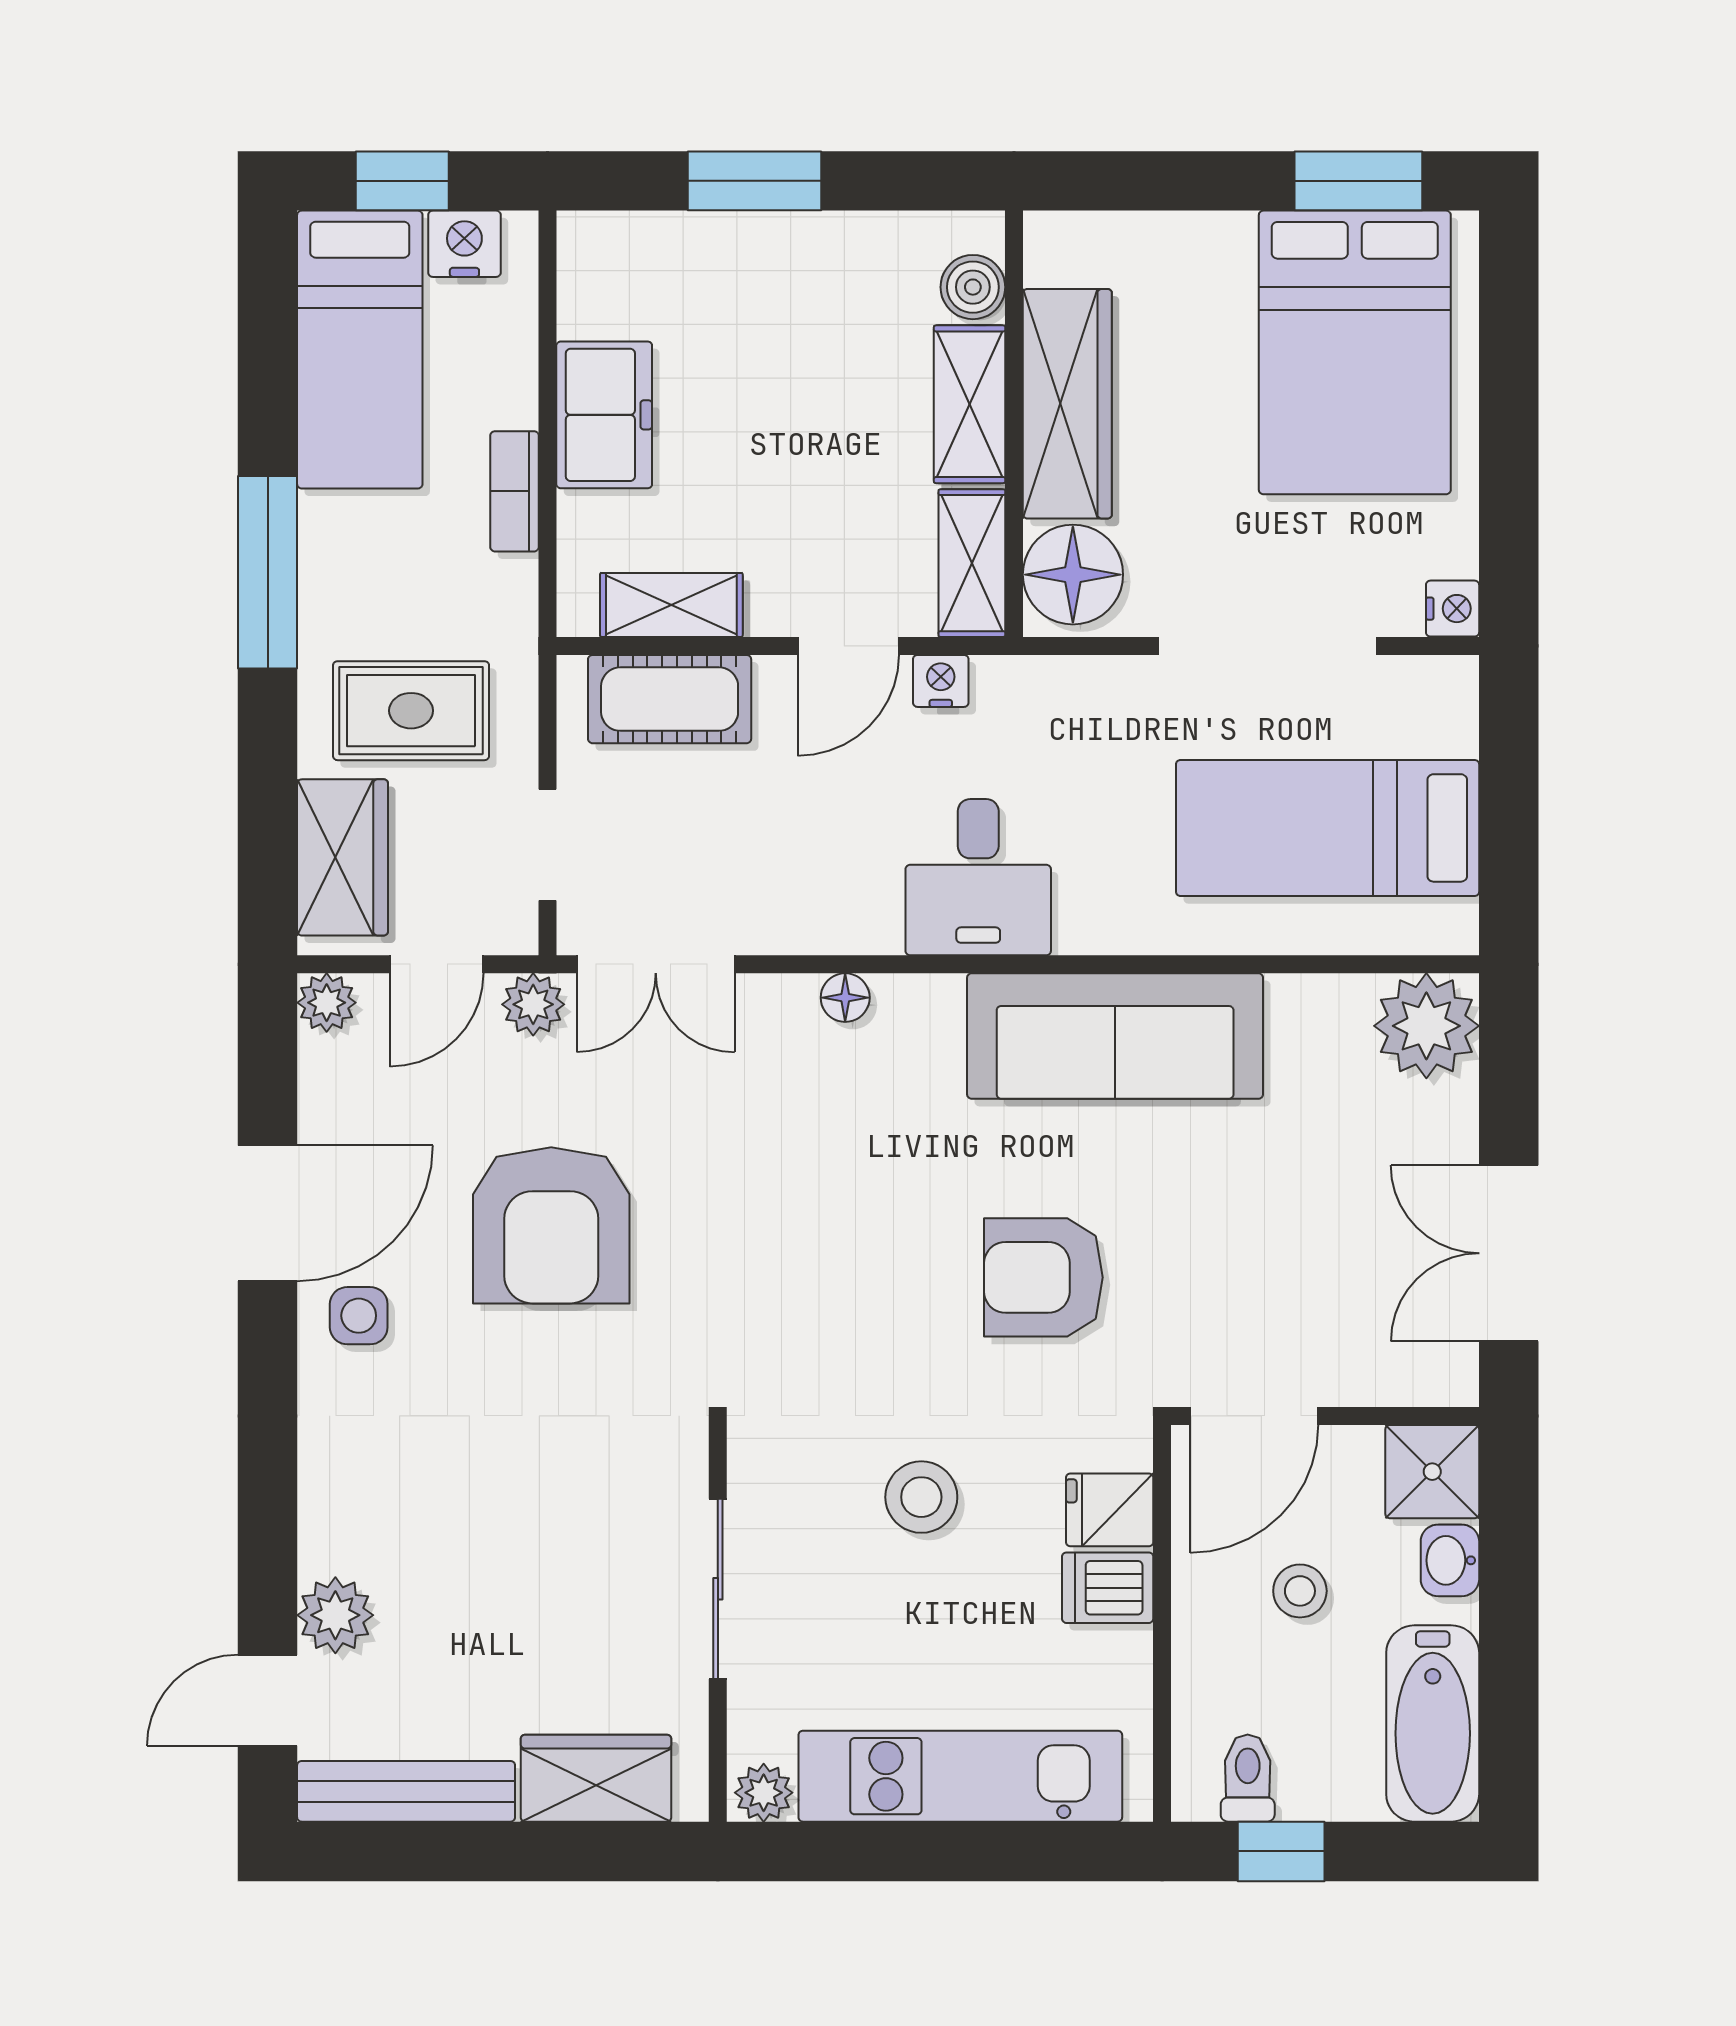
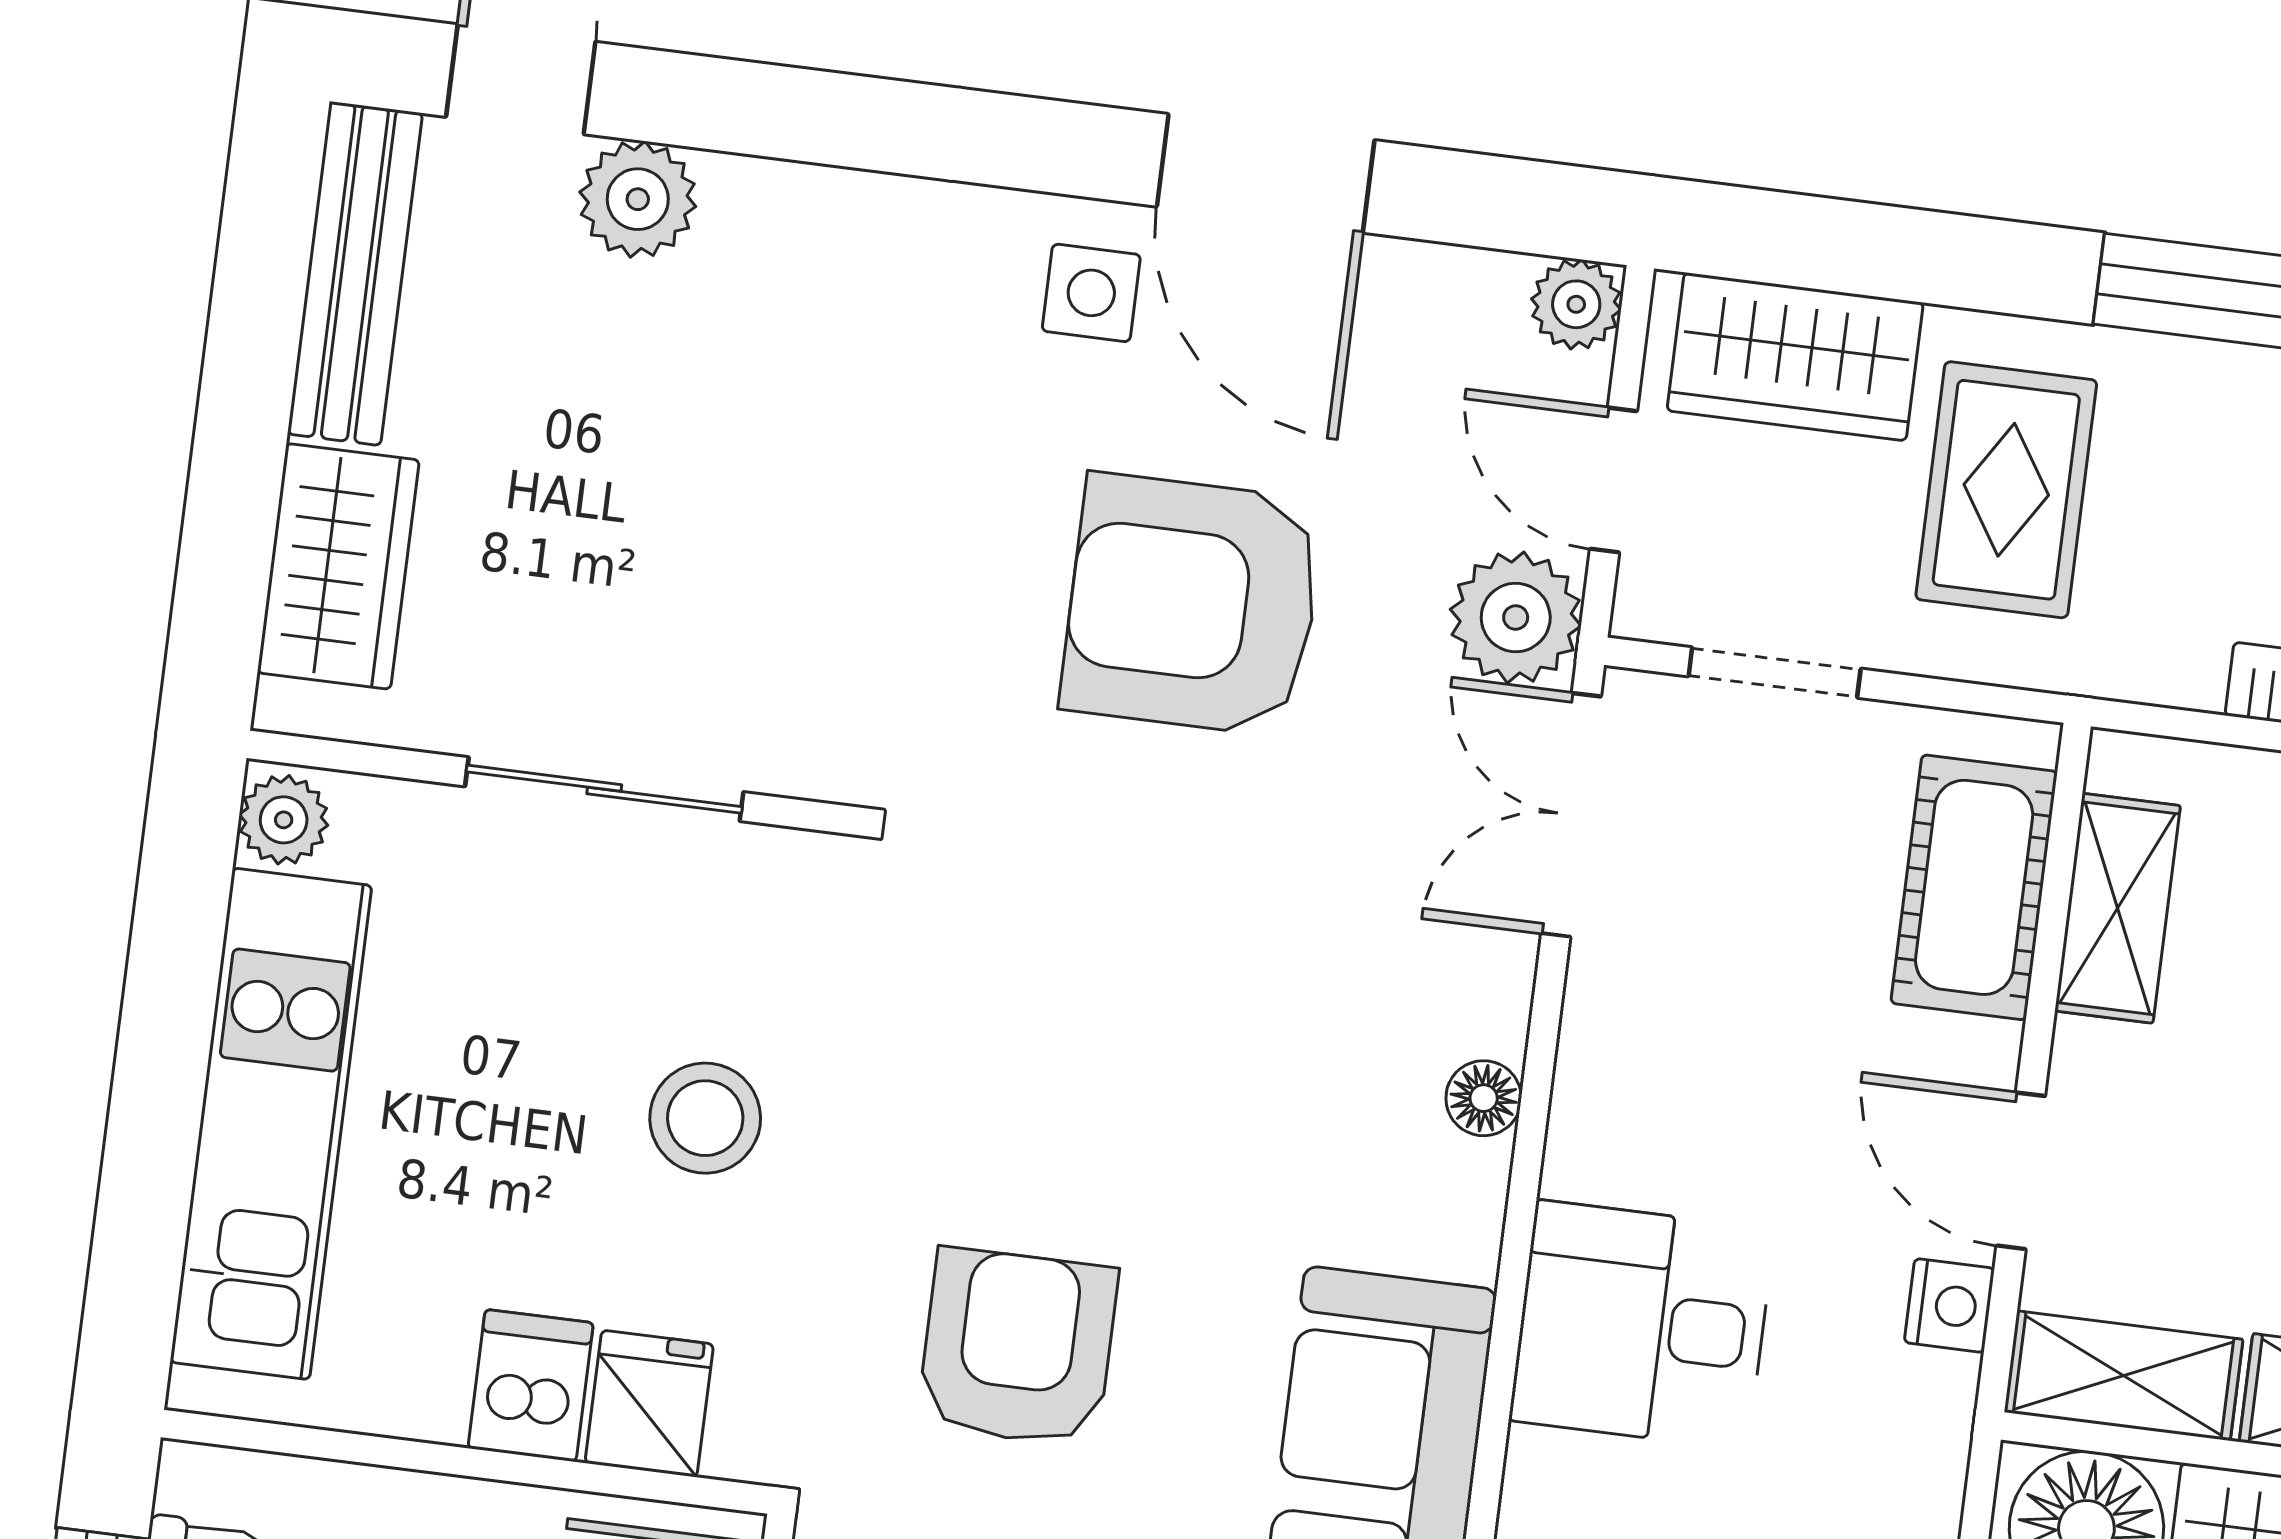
plant: (533, 1004) -> (1516, 618), width x1.38, depth x1.38

